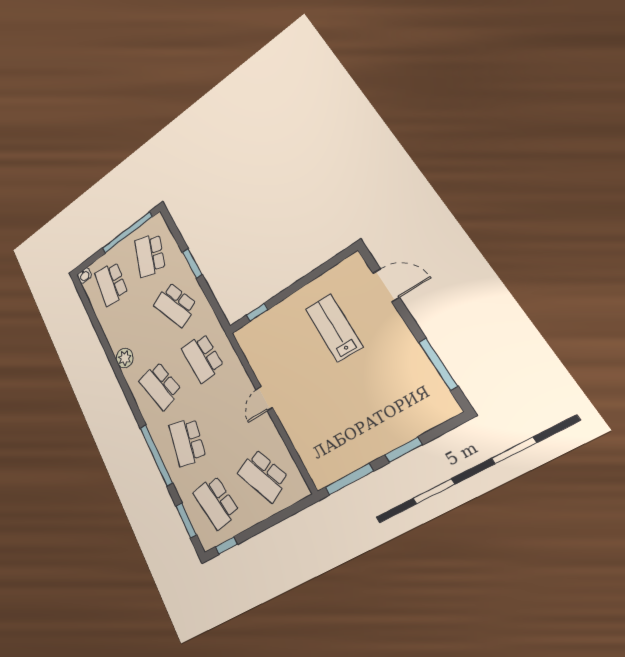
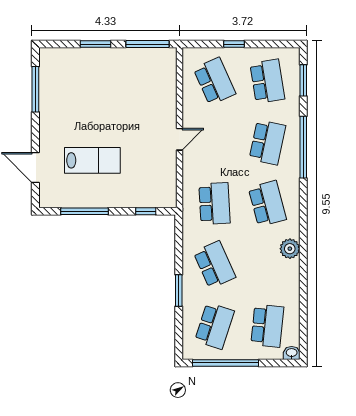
window: (312, 276) -> (84, 211), added
lab bench: (334, 328) -> (92, 160), turned -90
window: (226, 546) -> (234, 44), moved

